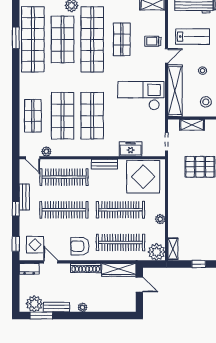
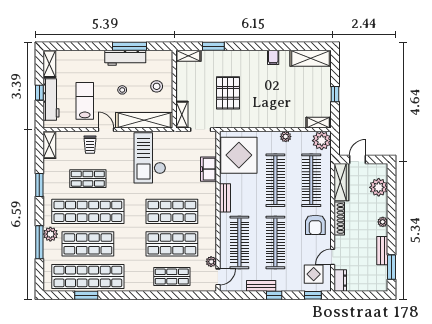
shelving: (192, 125) -> (182, 115), moved
plant: (34, 304) -> (379, 187), moved

